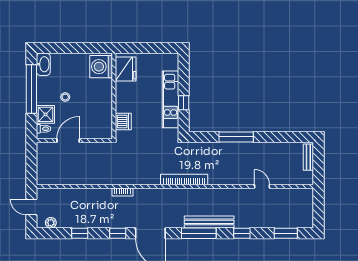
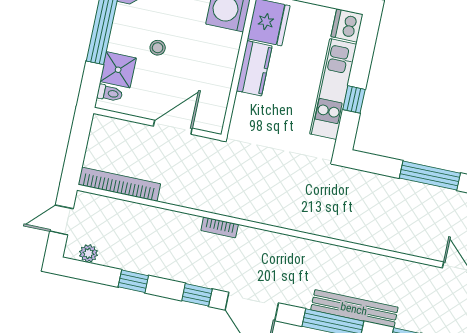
kitchen counter: (123, 97) -> (254, 68), added
dishwasher: (123, 122) -> (347, 25), moved, turned 180
door: (68, 141) -> (173, 127), moved
bookcase: (184, 179) -> (119, 184), moved
door: (31, 207) -> (61, 220), hinge flipped

